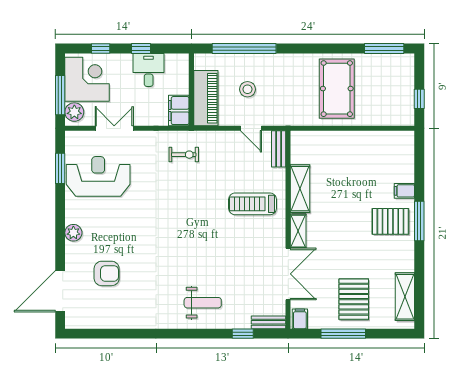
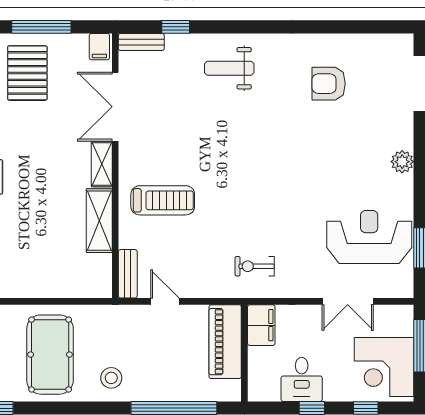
stool: (248, 89) -> (111, 378), moved
plant: (74, 112) -> (401, 323), removed
reception desk: (98, 176) -> (369, 237), turned 180
armchair: (107, 273) -> (329, 84), moved

